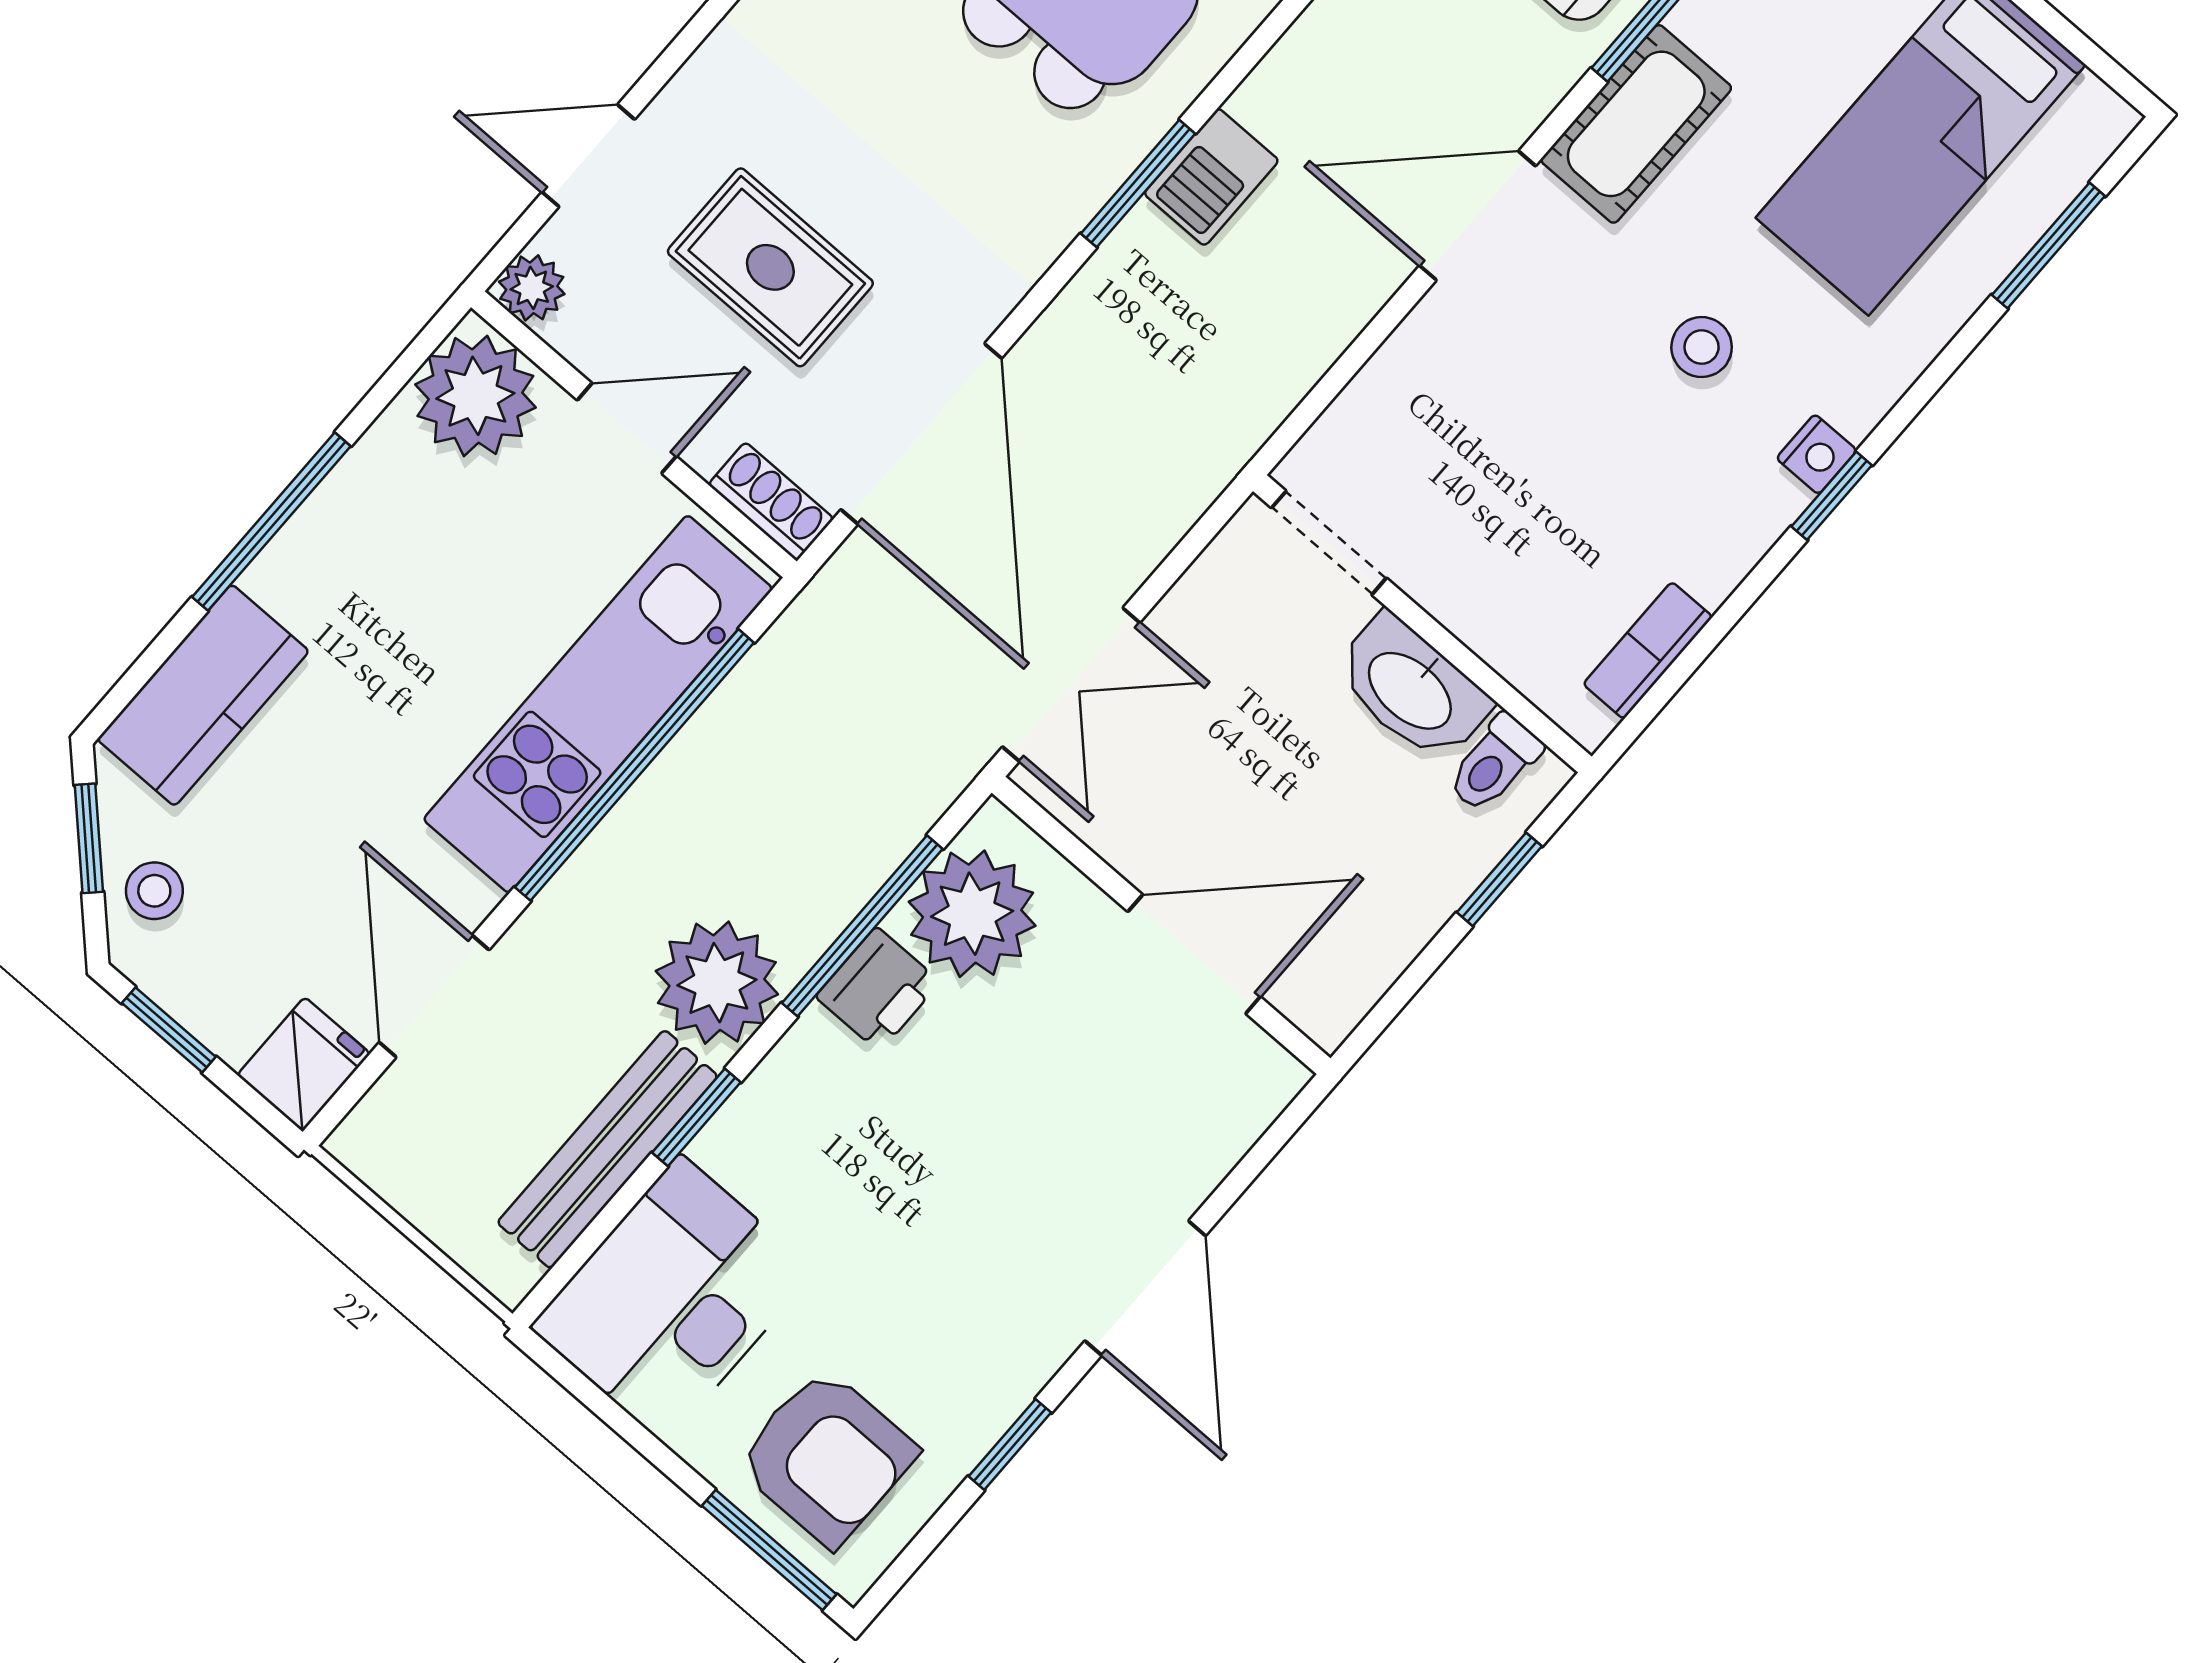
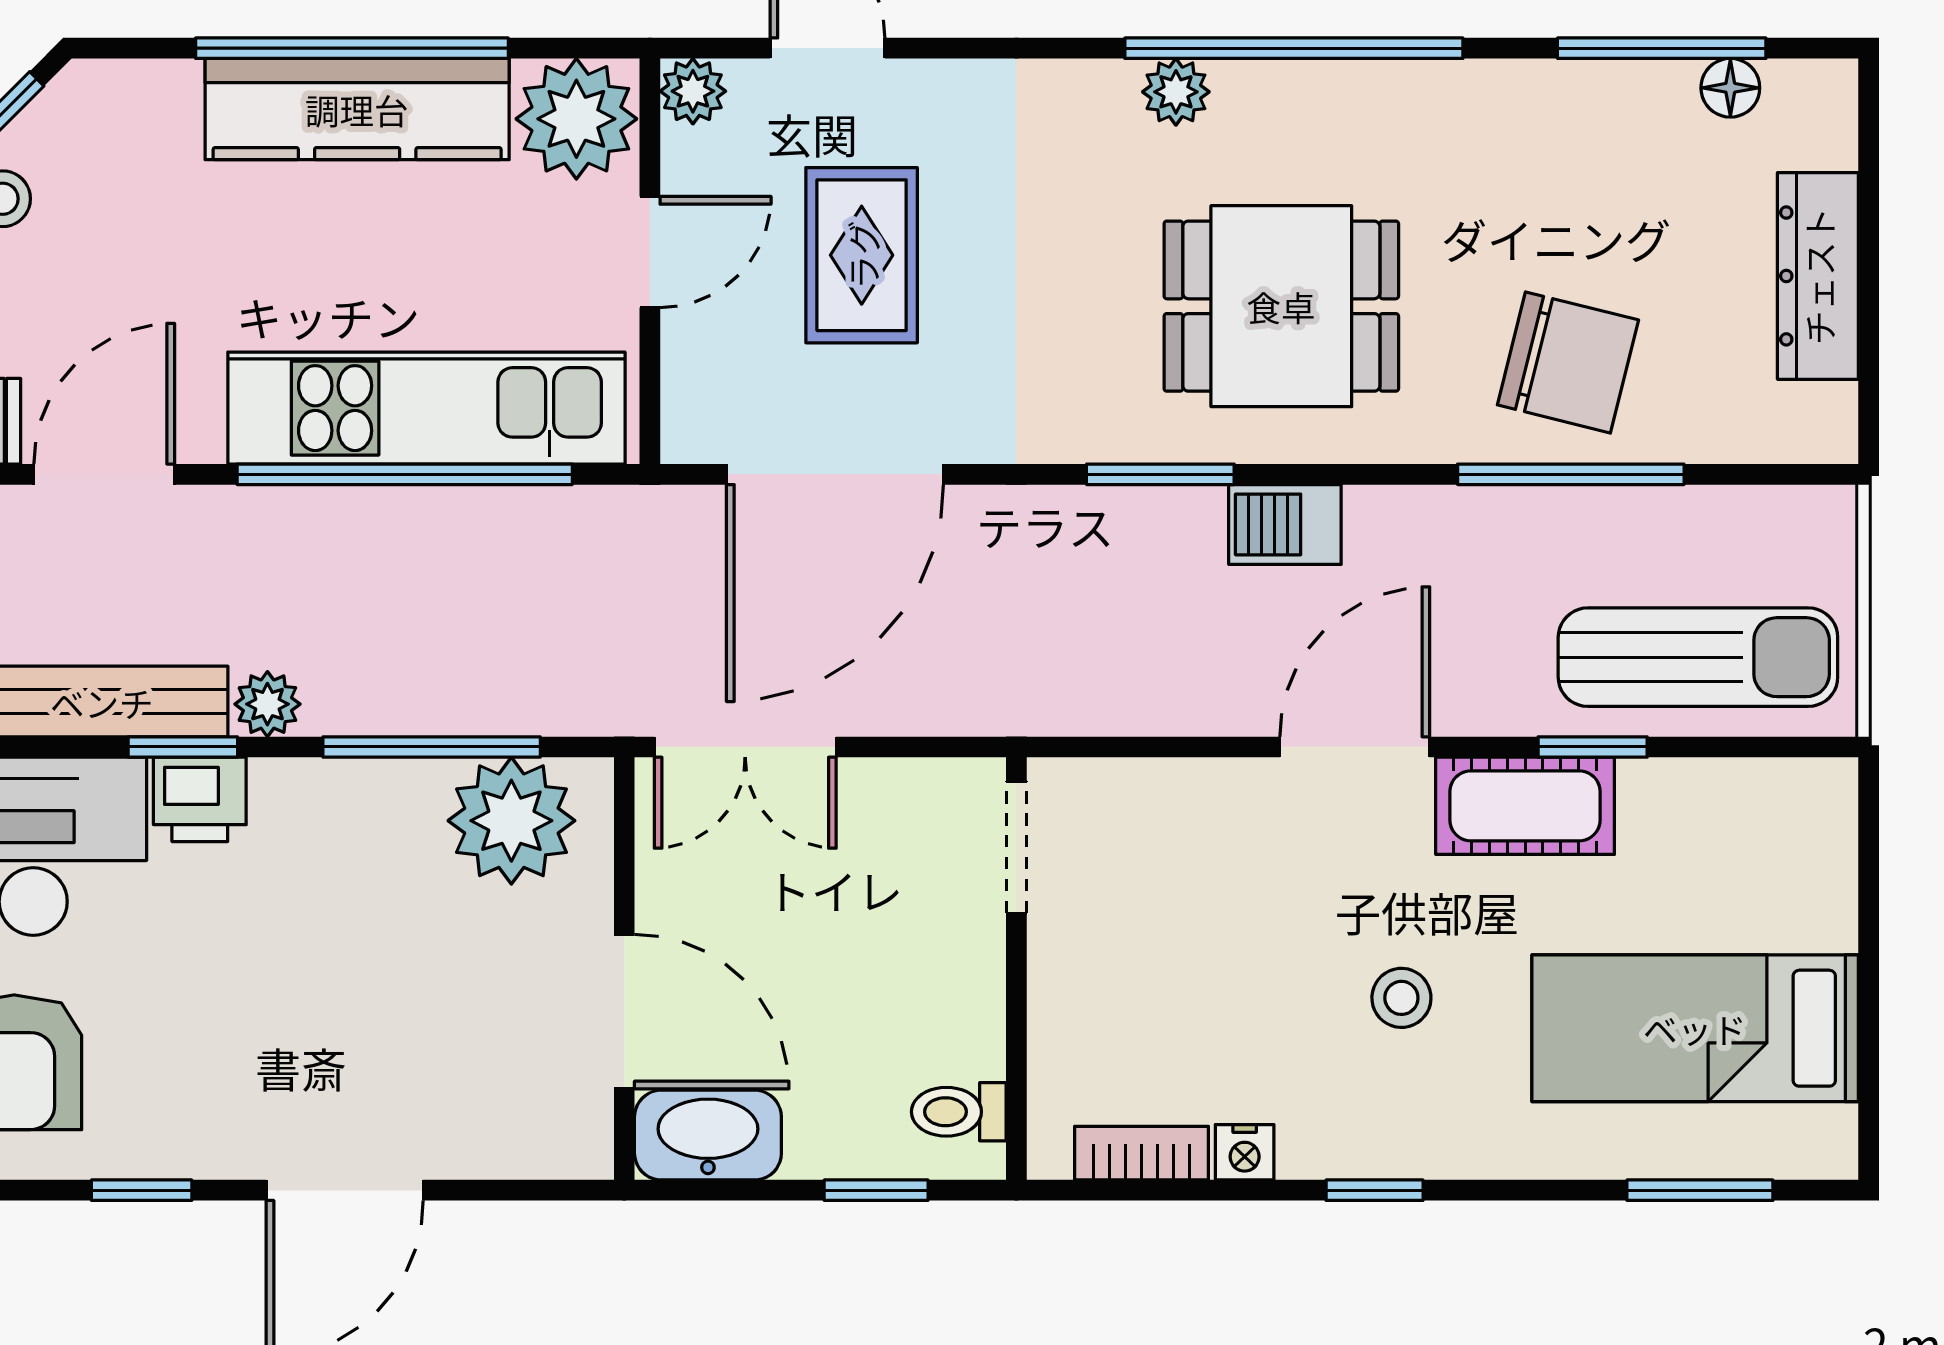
barbecue: (1211, 177) -> (1285, 524), moved
door: (1477, 216) -> (1355, 747), hinge flipped
door: (627, 428) -> (650, 252), hinge flipped
nightstand: (1817, 454) -> (1245, 1152), moved
shoe rack: (771, 501) -> (688, 406), removed
window: (271, 522) -> (352, 48), width x1.46
washbasin: (1412, 689) -> (708, 1135), moved, turned 90
kitchen counter: (203, 695) -> (357, 109), moved, width x1.50
plant: (717, 983) -> (267, 704), width x0.53, depth x0.53
printer: (878, 989) -> (200, 799), moved

